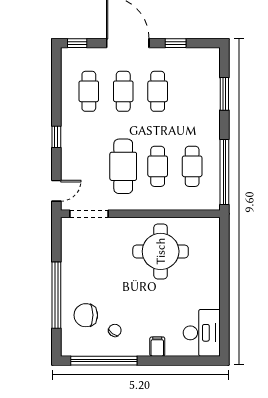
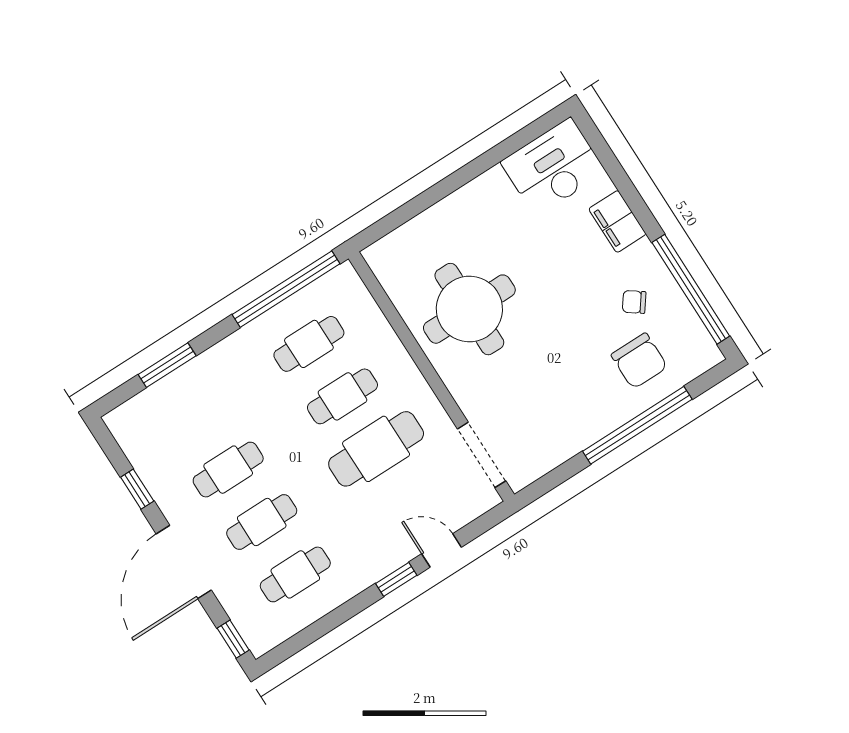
door: (56, 191) -> (441, 550), moved
filing cabinet: (157, 347) -> (617, 221), width x2.00

